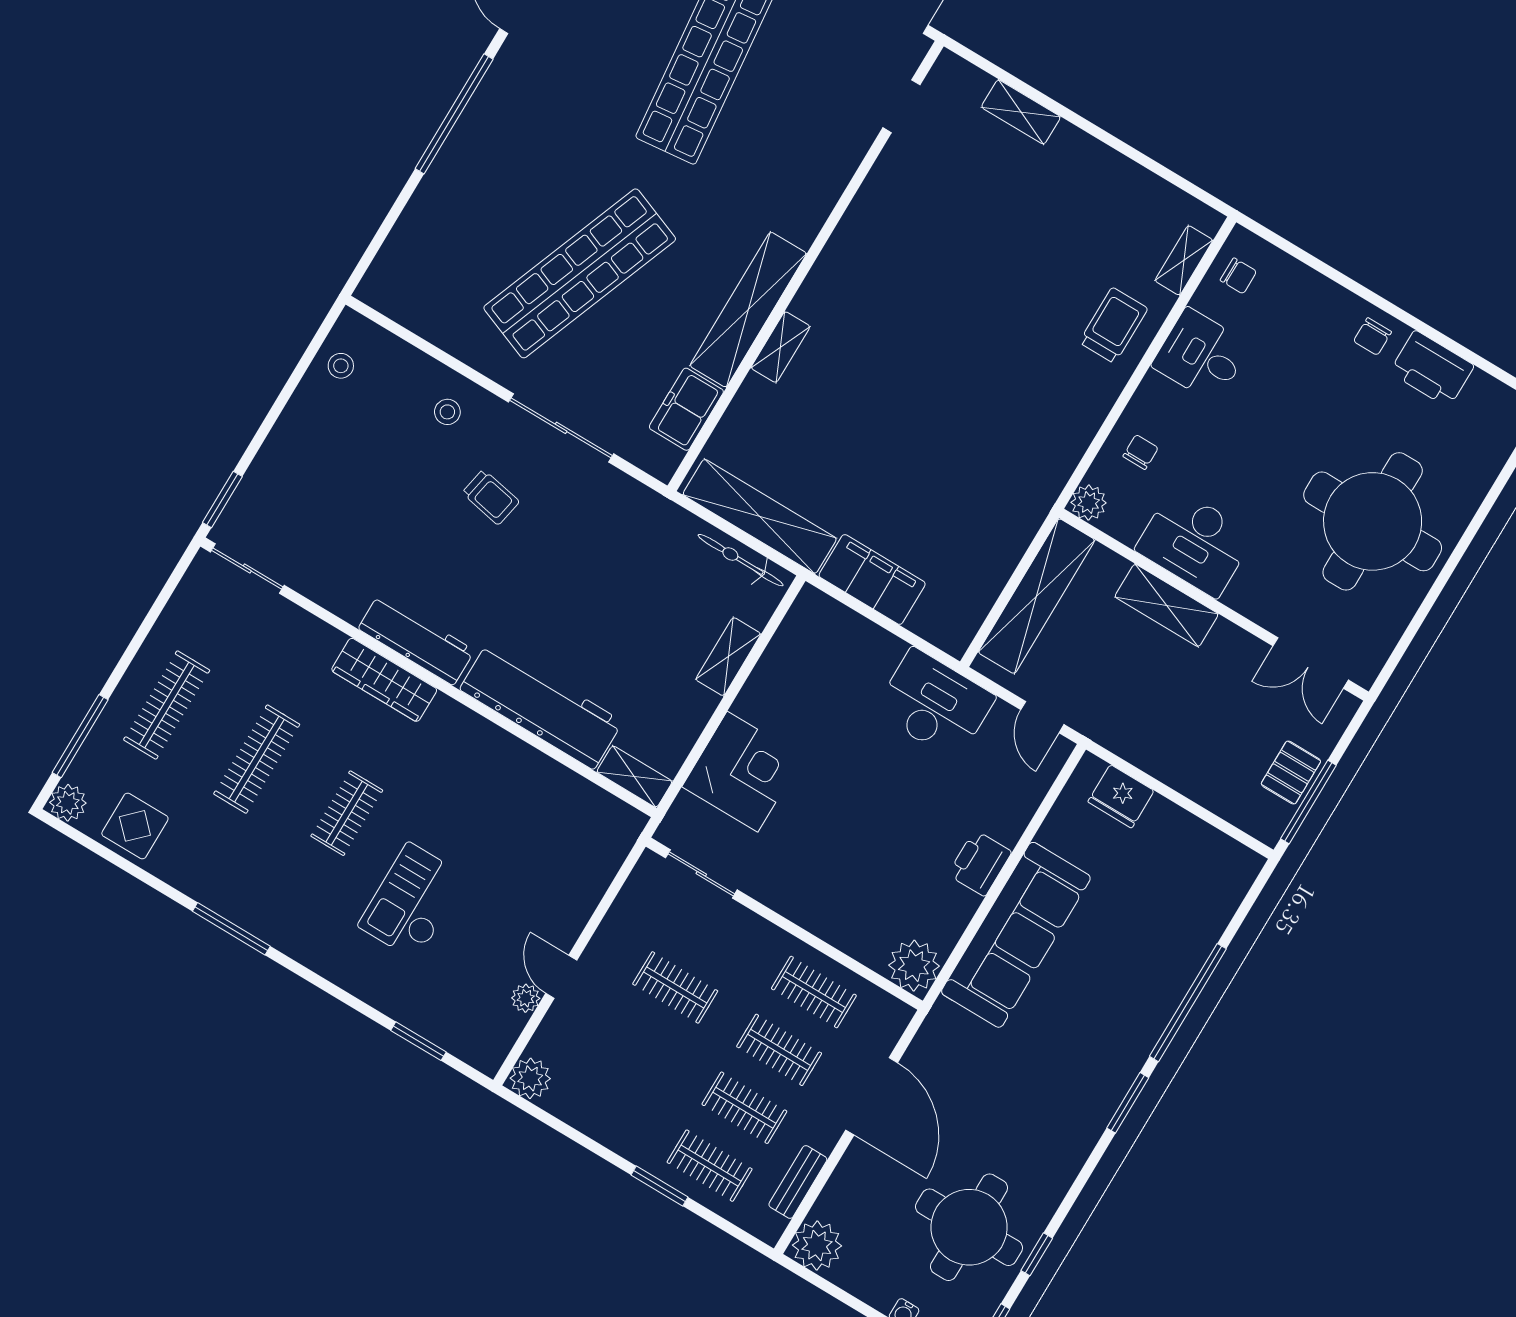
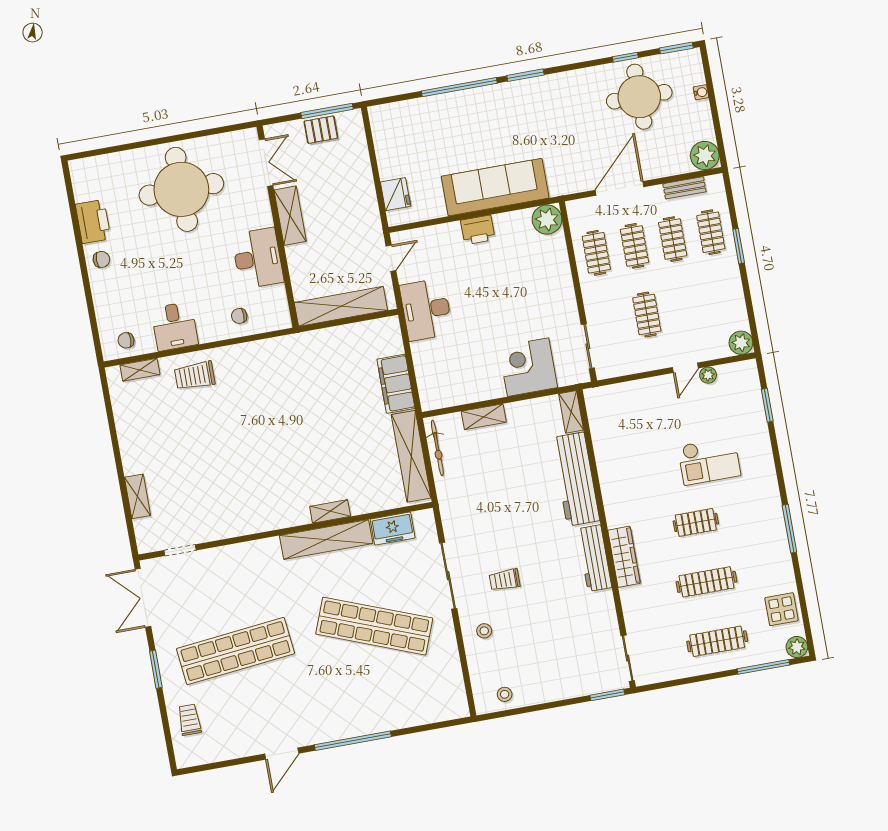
chair: (1238, 276) -> (126, 340), turned -90
trolley: (491, 497) -> (505, 580), turned -101
plant: (1089, 503) -> (281, 319), removed
shelving: (1167, 605) -> (290, 216), moved

